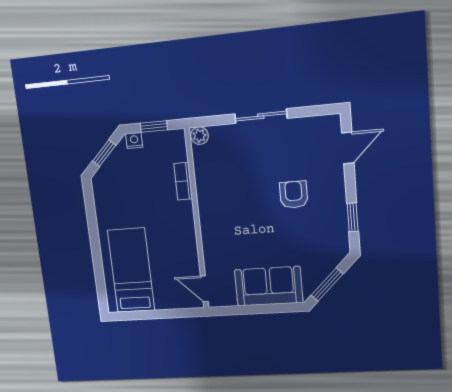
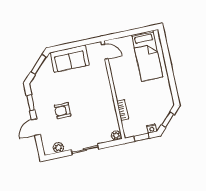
plant: (311, 126) -> (58, 148), added
door: (348, 148) -> (36, 127), moved
armchair: (294, 195) -> (63, 111), turned 90

